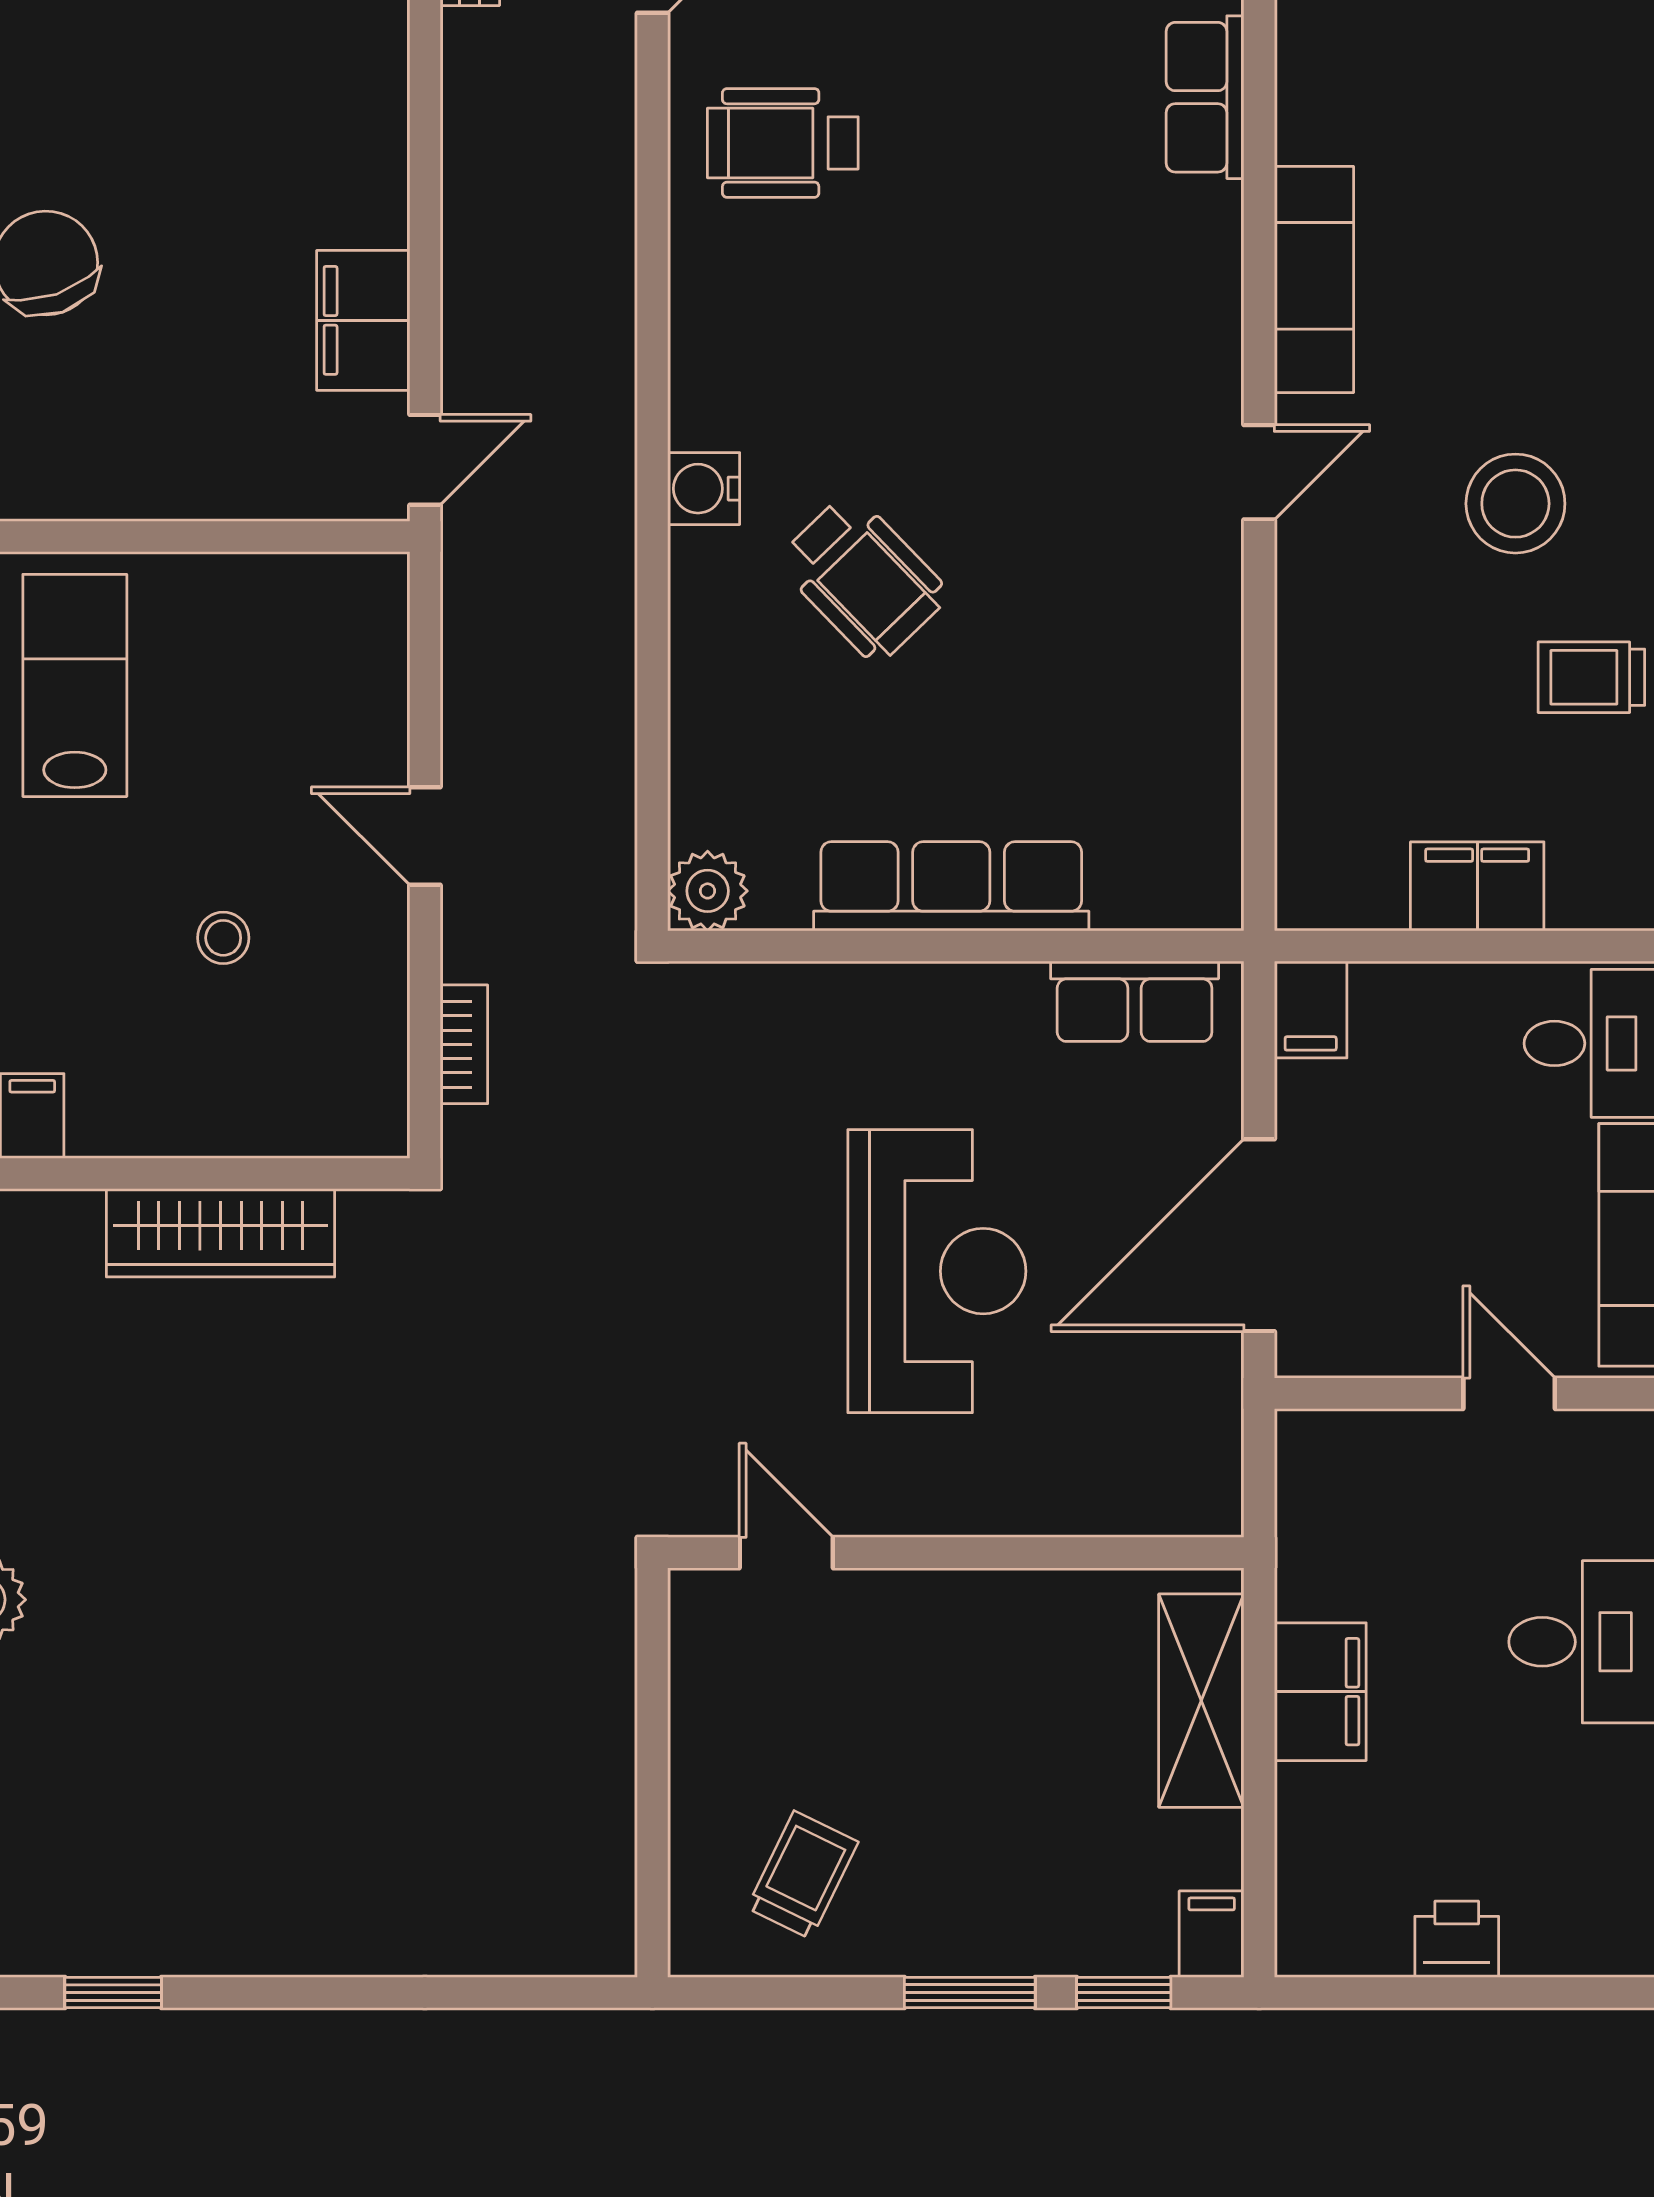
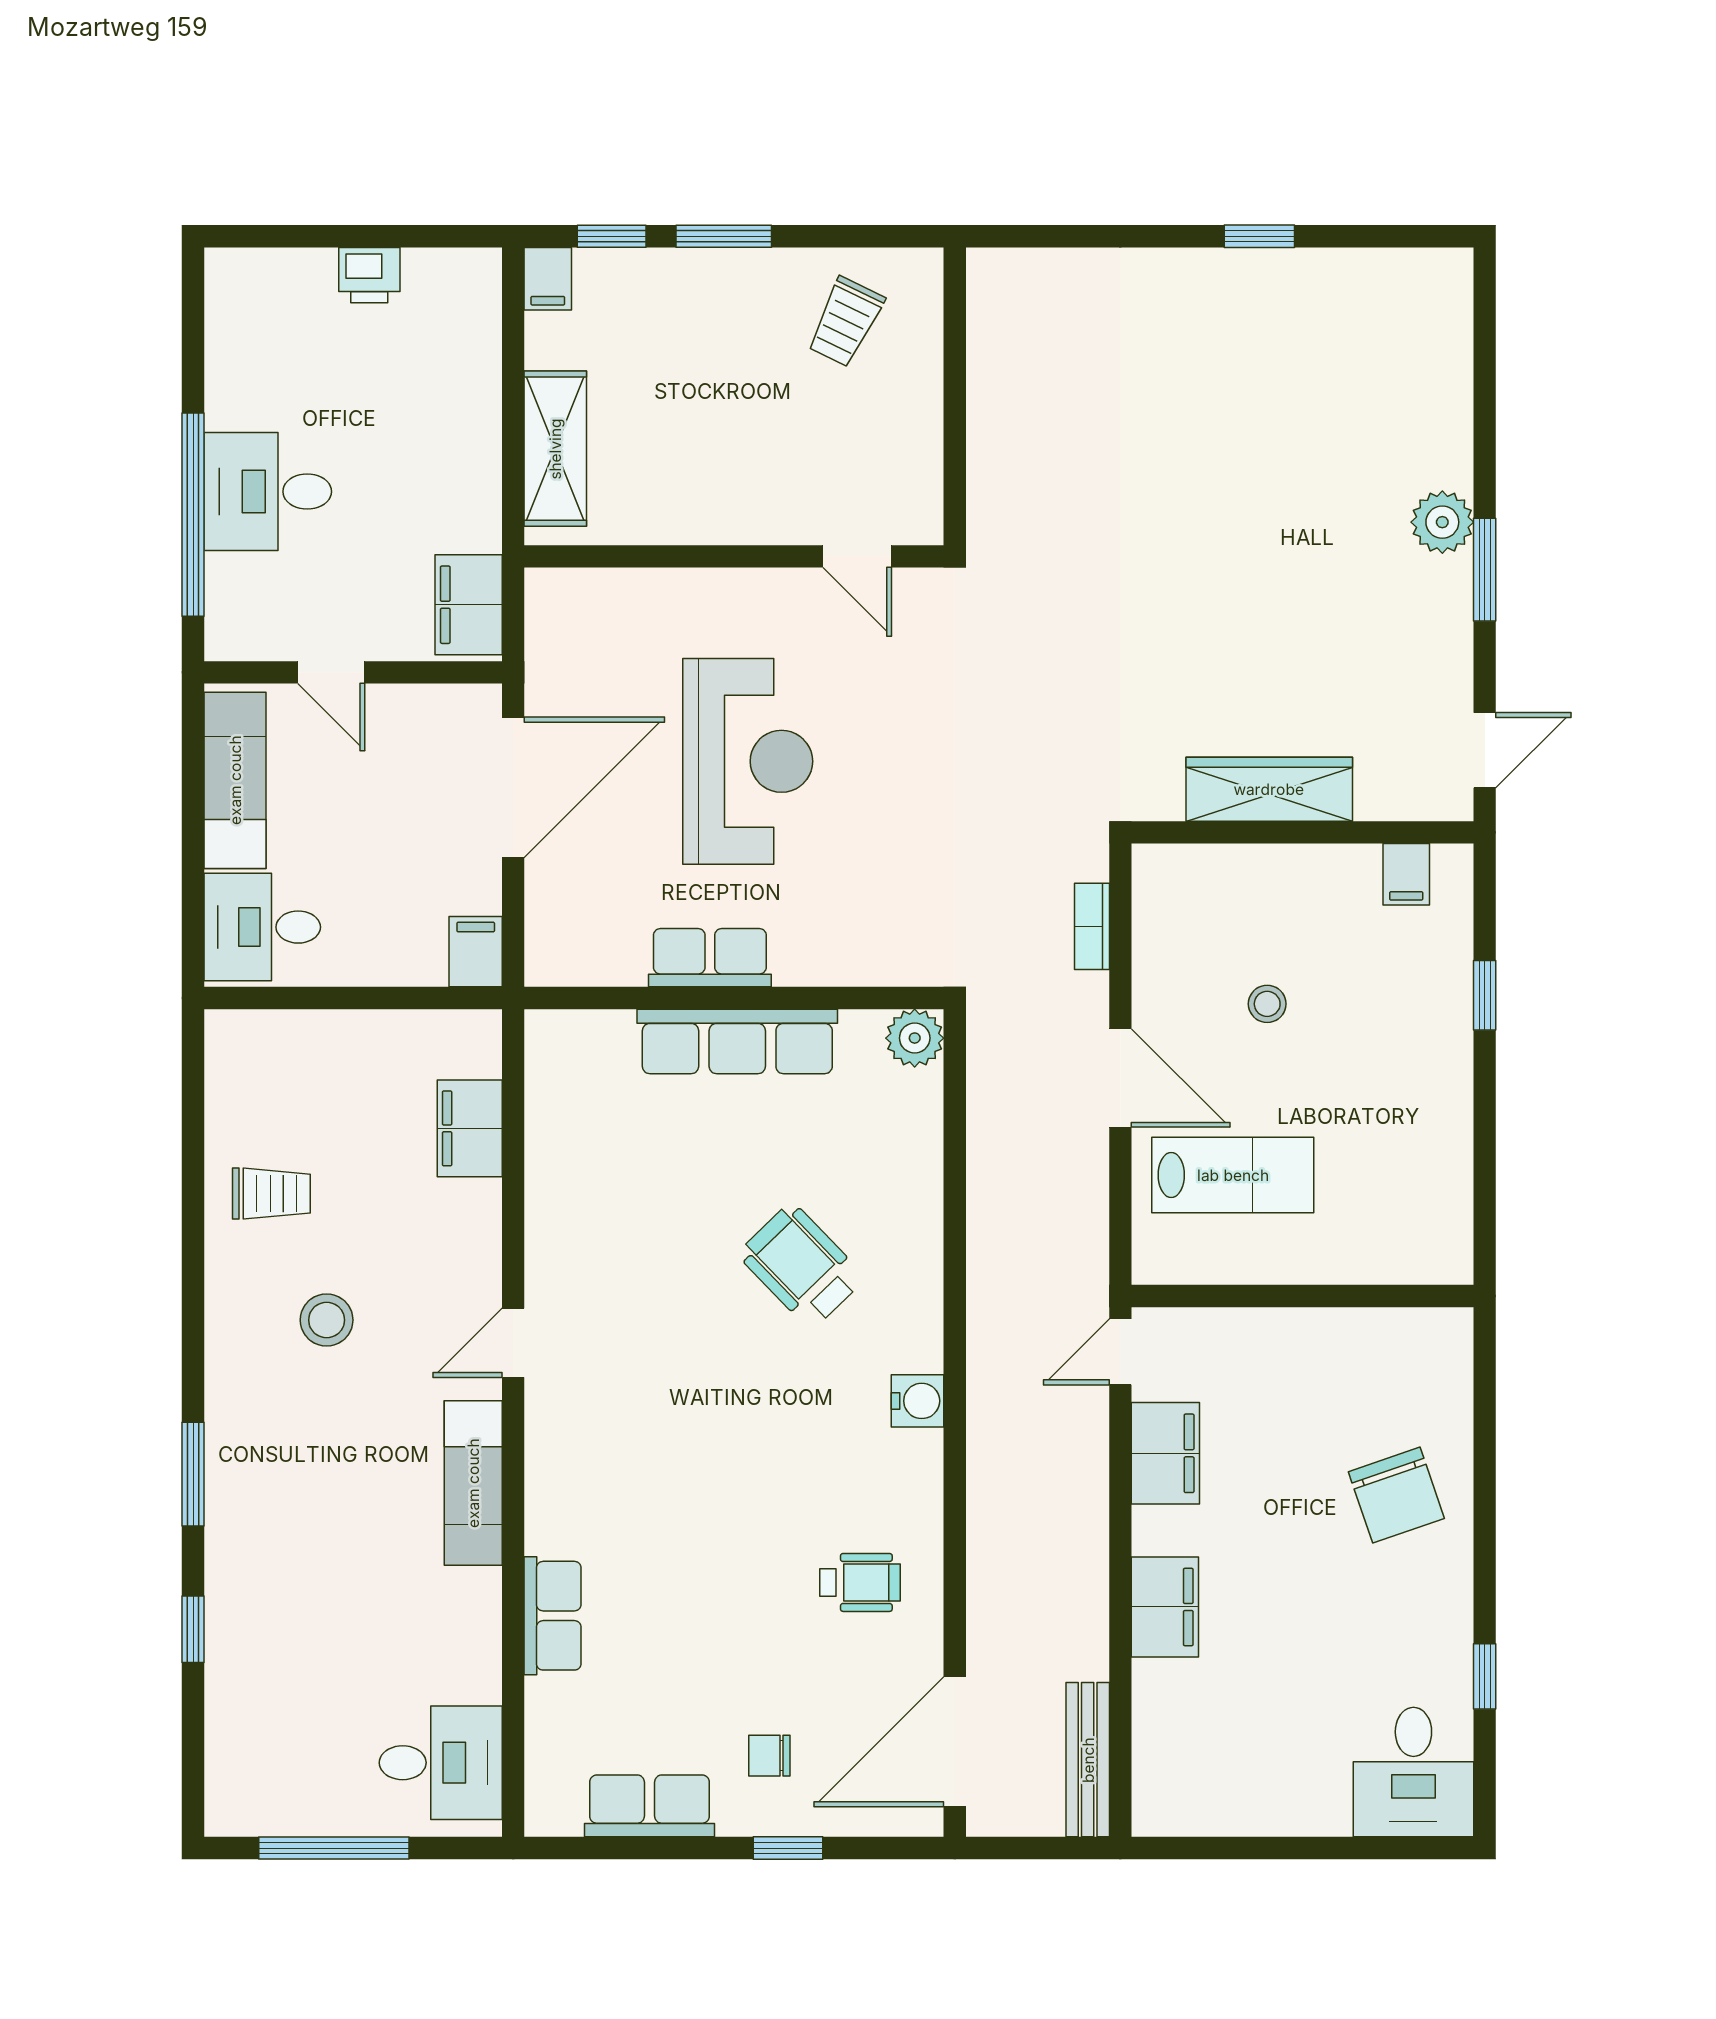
filing cabinet: (364, 109) -> (1165, 1607), added
wheelchair: (783, 143) -> (860, 1582), width x0.73, depth x0.73
water cooler: (704, 489) -> (917, 1401), moved
stool: (1515, 504) -> (327, 1320), width x0.73, depth x0.73
lab bench: (75, 685) -> (1233, 1175), moved, turned -90
door: (425, 836) -> (1120, 1078), width x1.38
filing cabinet: (1477, 886) -> (470, 1128), moved, turned 90
row of seats: (1135, 1001) -> (710, 958), moved
reception desk: (937, 1271) -> (748, 761), turned 180
filing cabinet: (1320, 1692) -> (469, 605), moved
window: (113, 1992) -> (1259, 236), moved

